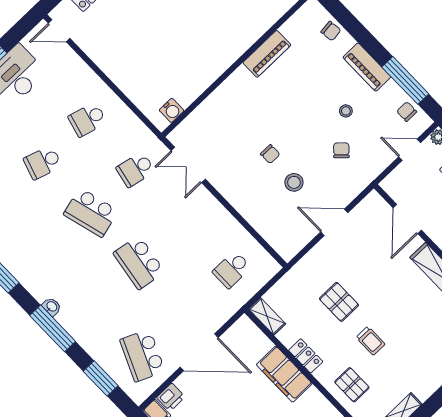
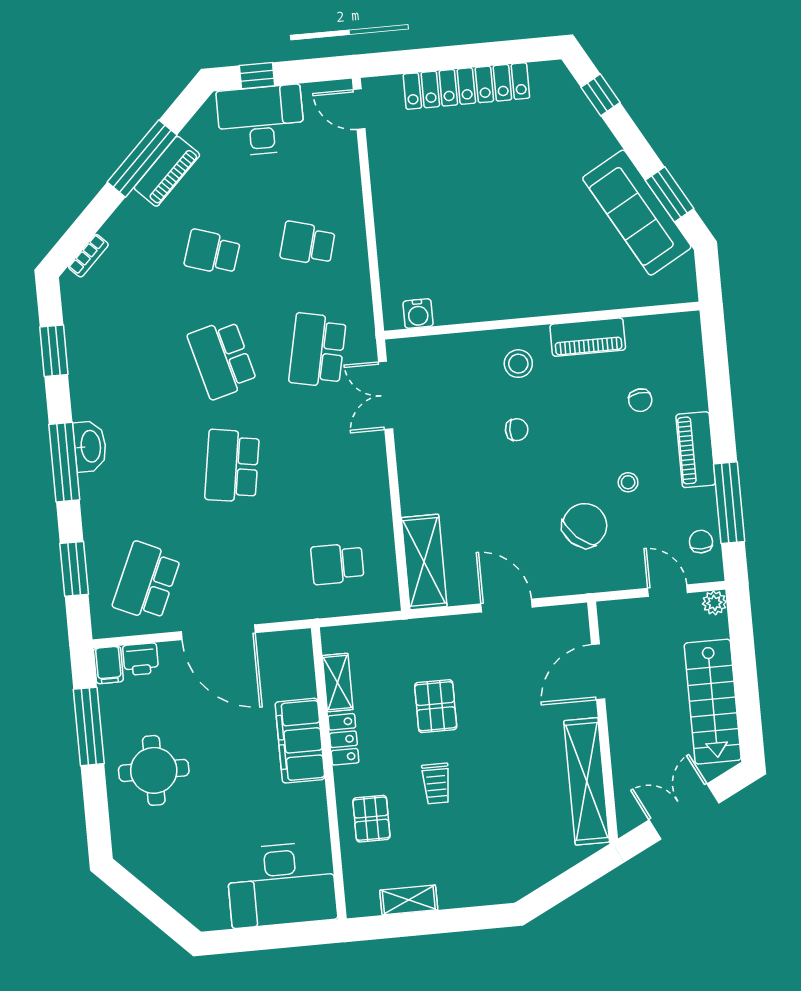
chair: (331, 31) -> (640, 400), moved
chair: (341, 150) -> (585, 525), width x1.87, depth x1.87
chair: (270, 154) -> (517, 430), moved, turned -90
school desk: (135, 170) -> (318, 350), width x1.85
stool: (294, 182) -> (518, 364), moved
shelving: (275, 234) -> (424, 562), added
washbasin: (52, 307) -> (90, 446), width x1.91, depth x1.45
shelving: (267, 316) -> (338, 683), moved

